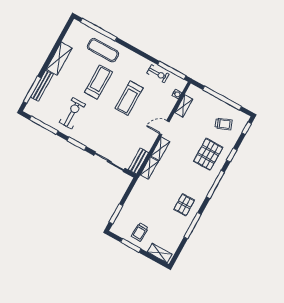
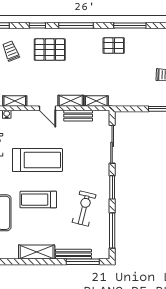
treadmill: (129, 98) -> (37, 160), width x1.37, depth x1.38
exercise bike: (72, 113) -> (84, 209), turned 104
bench: (138, 161) -> (78, 116), moved

